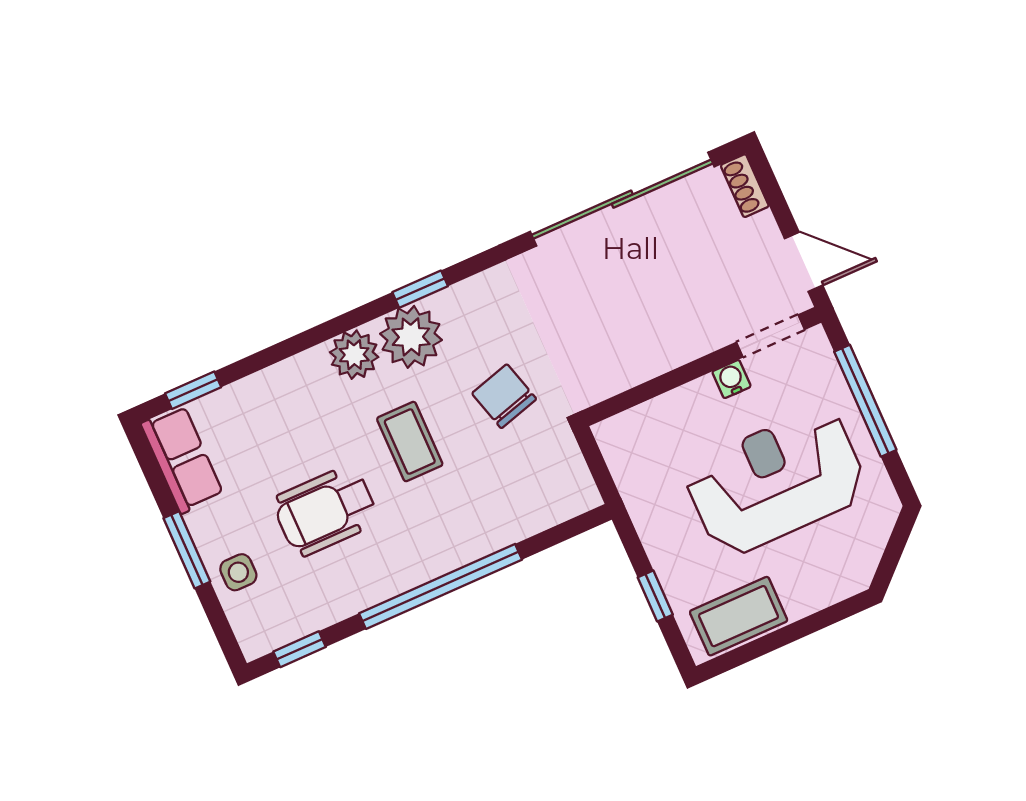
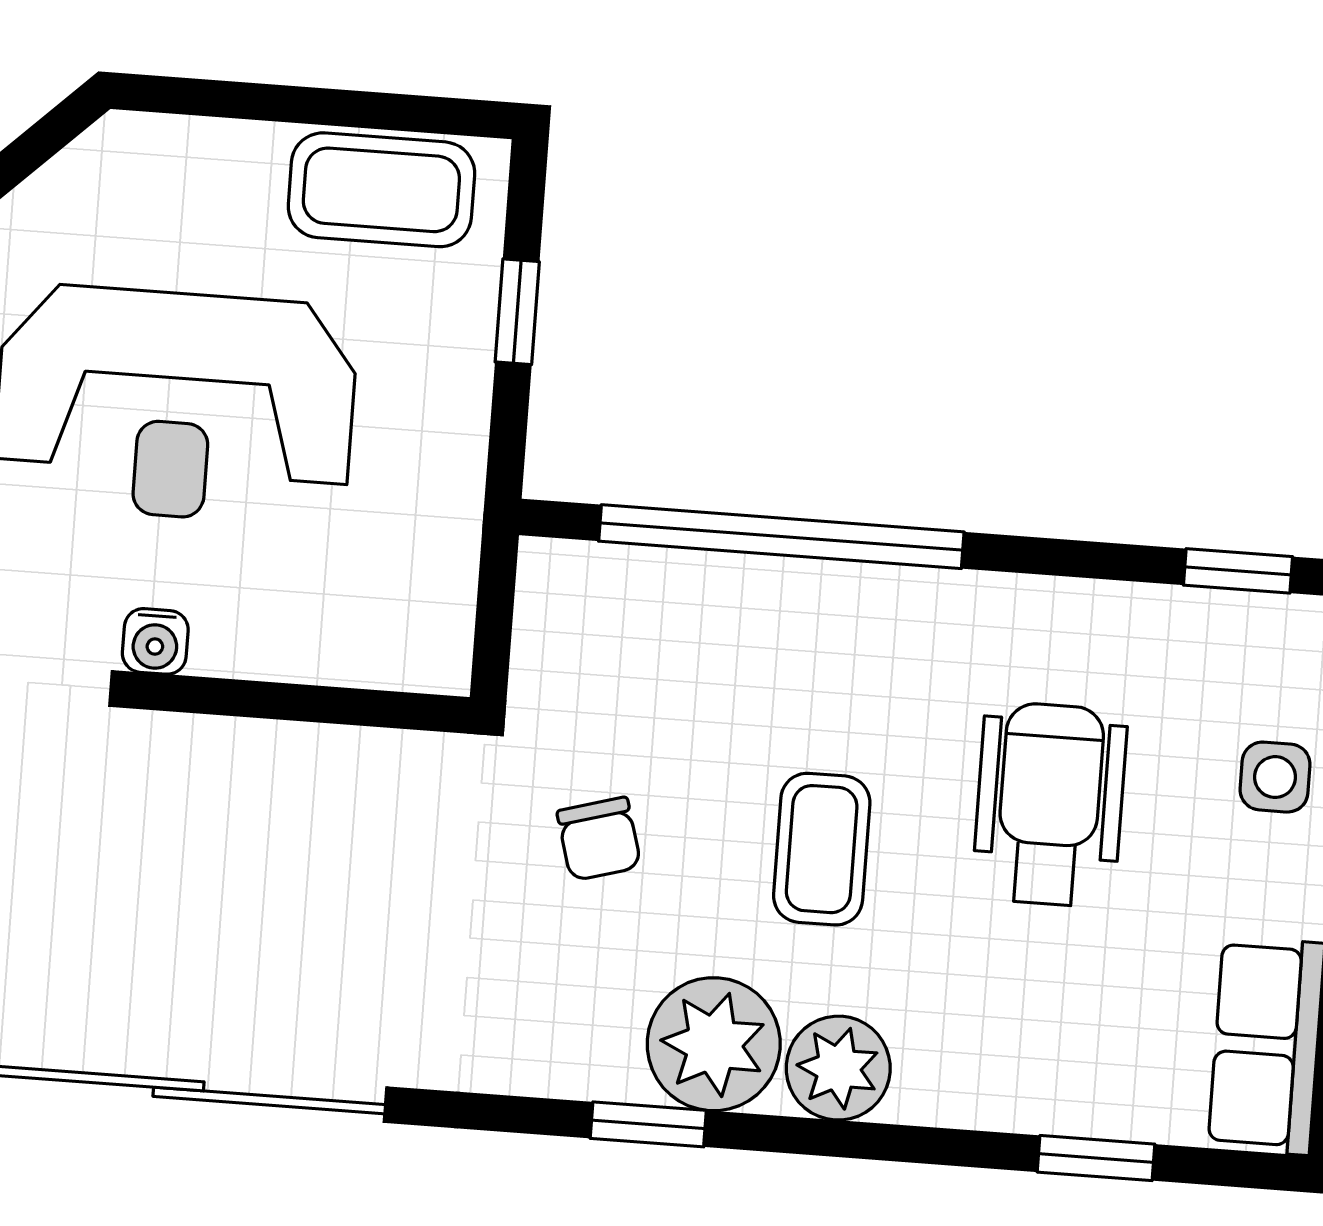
window: (193, 390) -> (1096, 1158), moved
chair: (504, 396) -> (599, 839), width x0.73, depth x0.73
wheelchair: (325, 511) -> (1050, 804), turned -90
window: (441, 586) -> (781, 537), moved

